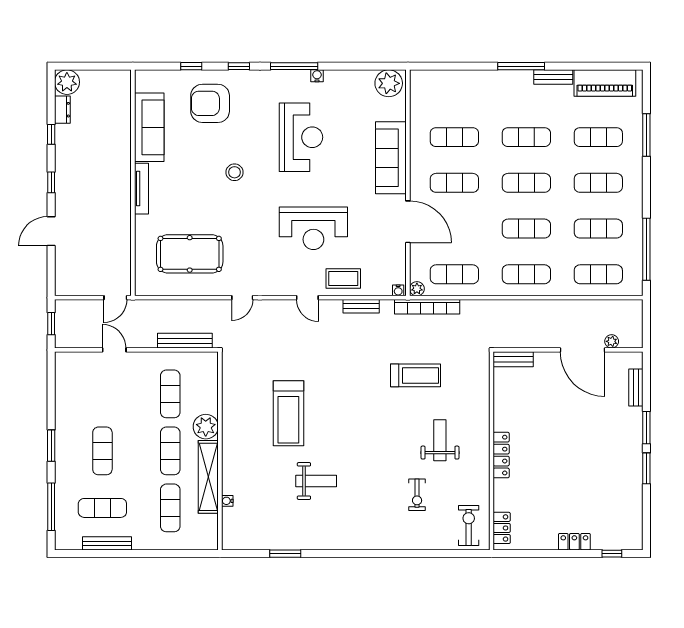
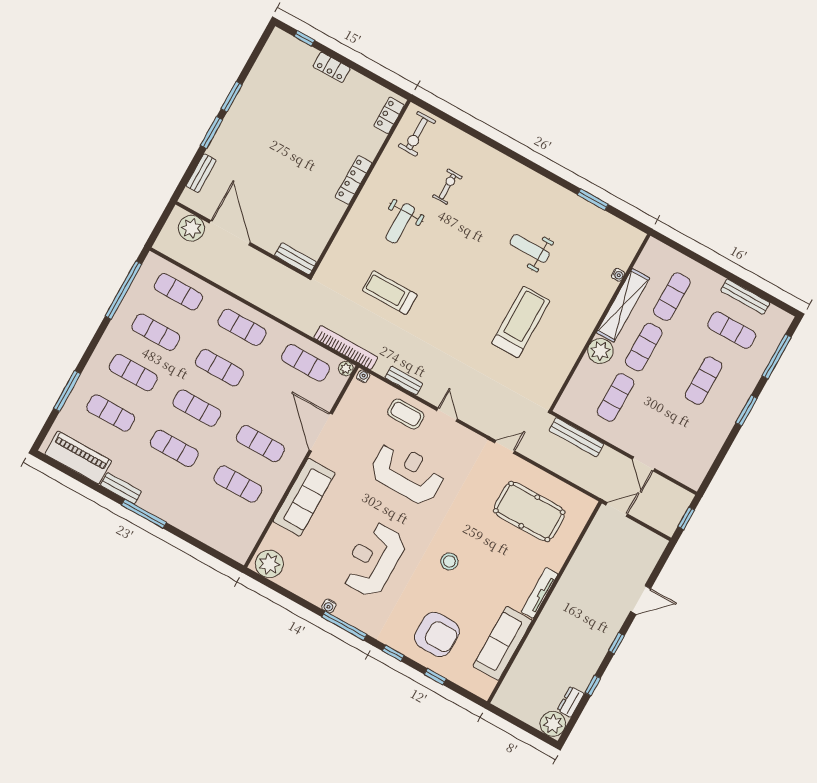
plant: (612, 341) -> (192, 228), width x1.87, depth x1.87

